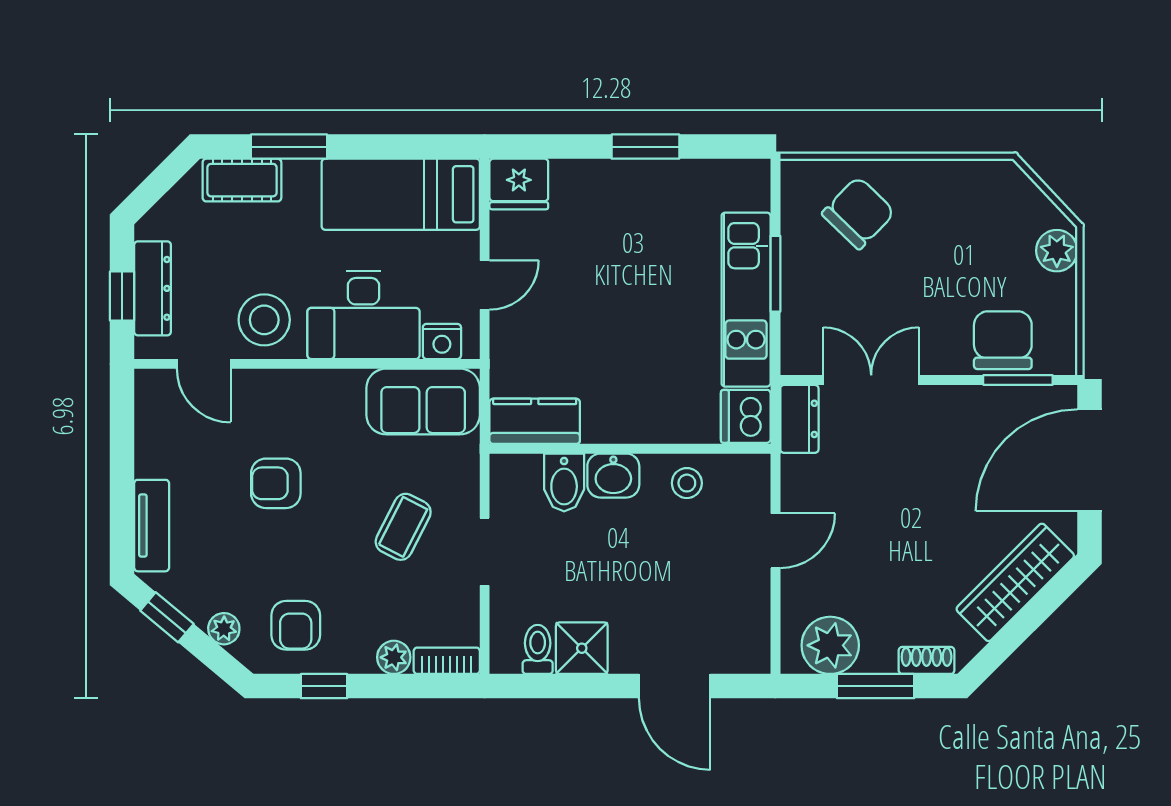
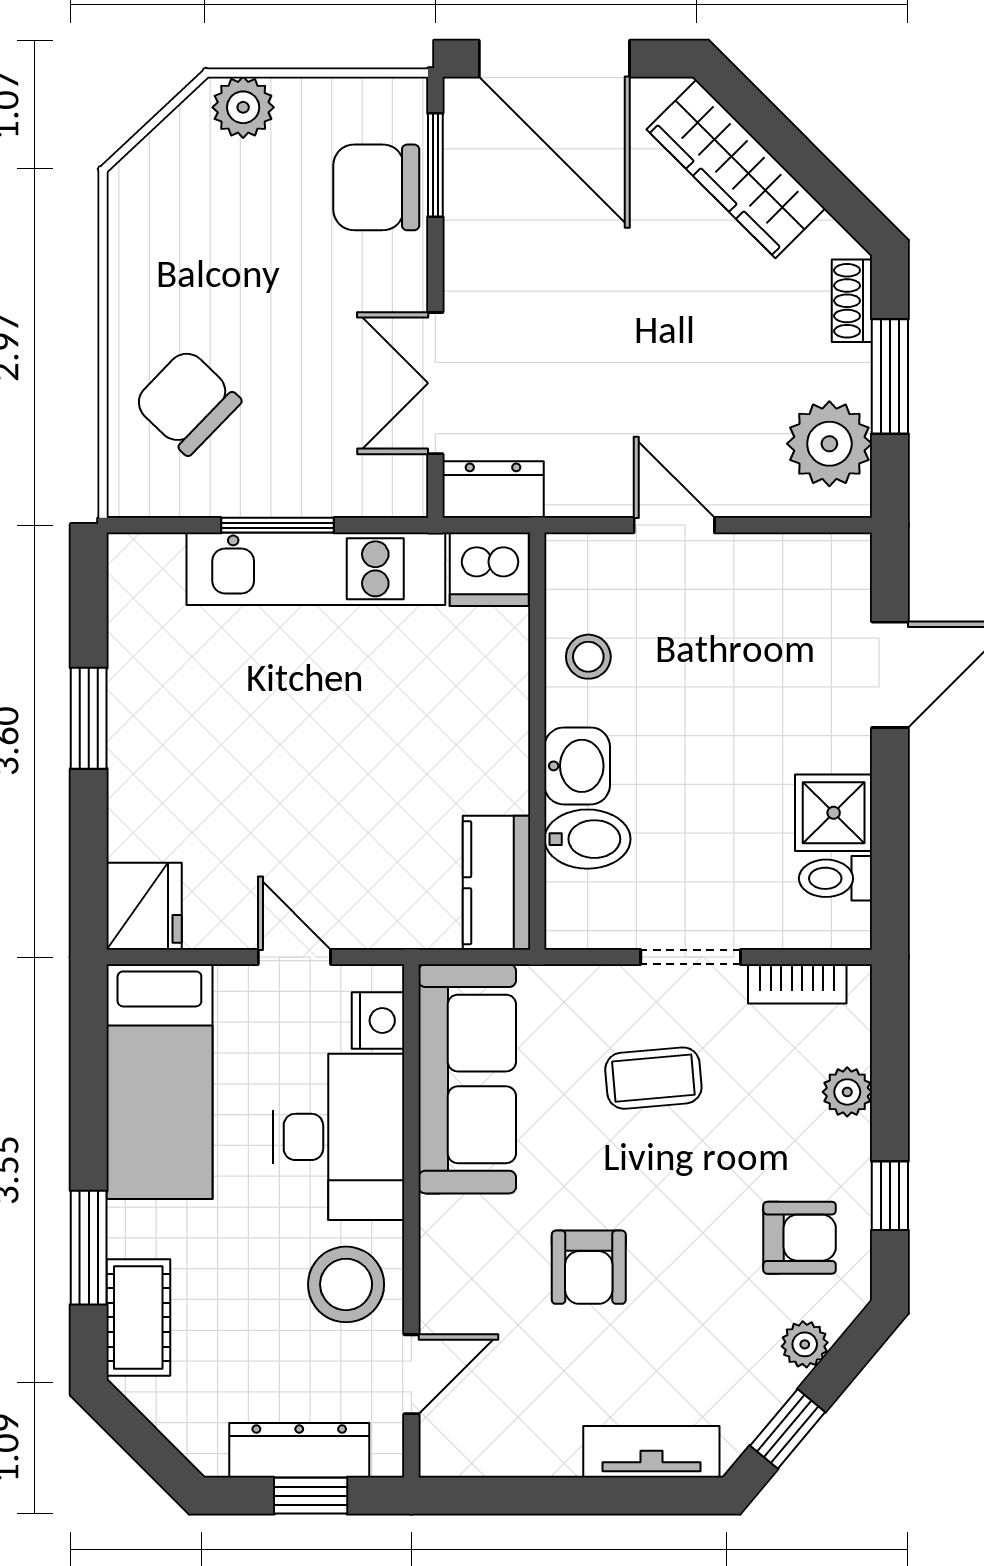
sofa: (423, 402) -> (467, 1079), width x1.36
coffee table: (403, 527) -> (653, 1078), turned -32
bookcase: (447, 661) -> (797, 984), moved, turned -90

